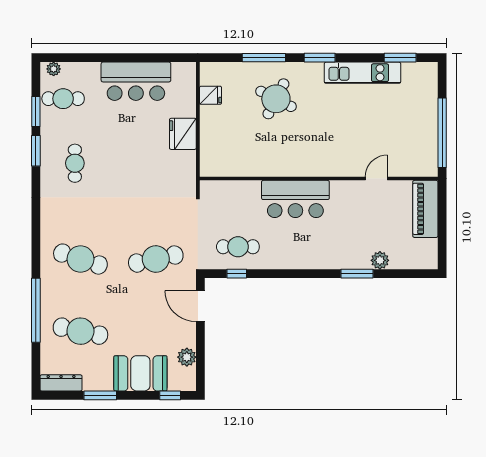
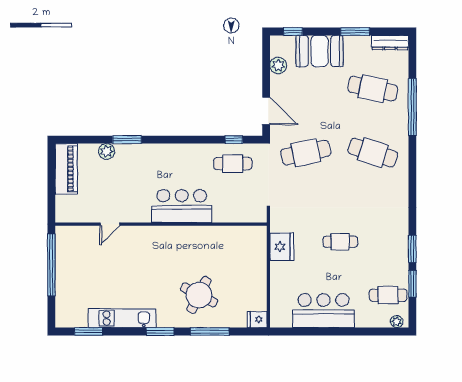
fridge: (211, 95) -> (257, 320), moved
fridge: (183, 134) -> (282, 247), moved
cafe table: (75, 163) -> (340, 242), moved, turned 90
piano: (425, 209) -> (66, 169), moved

